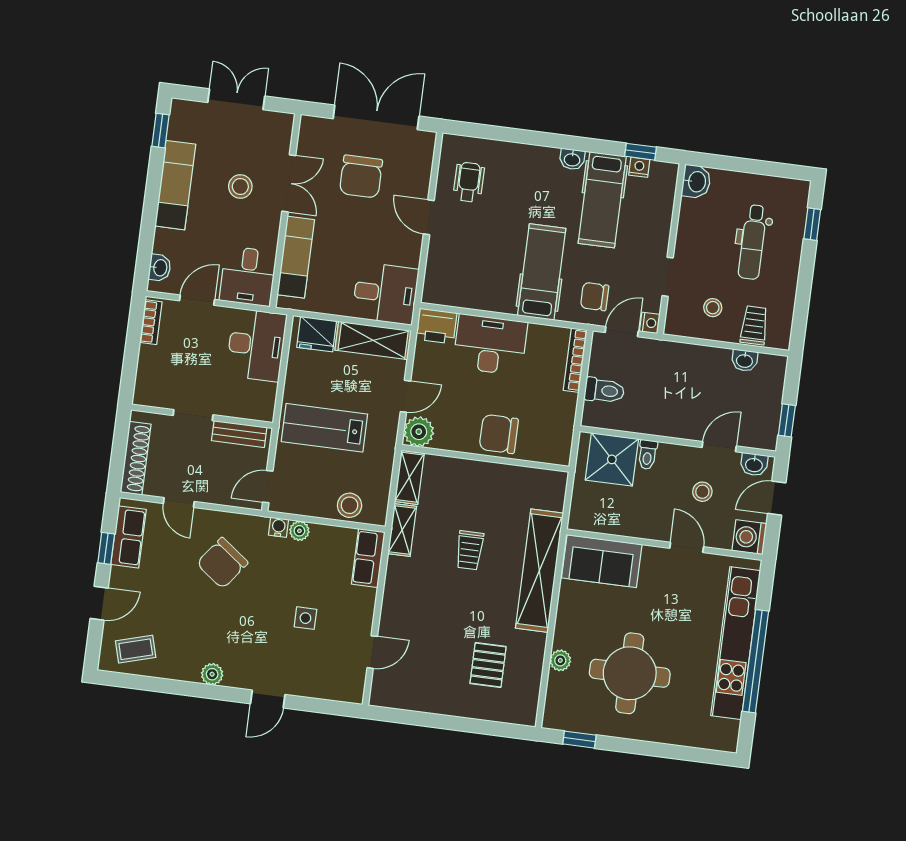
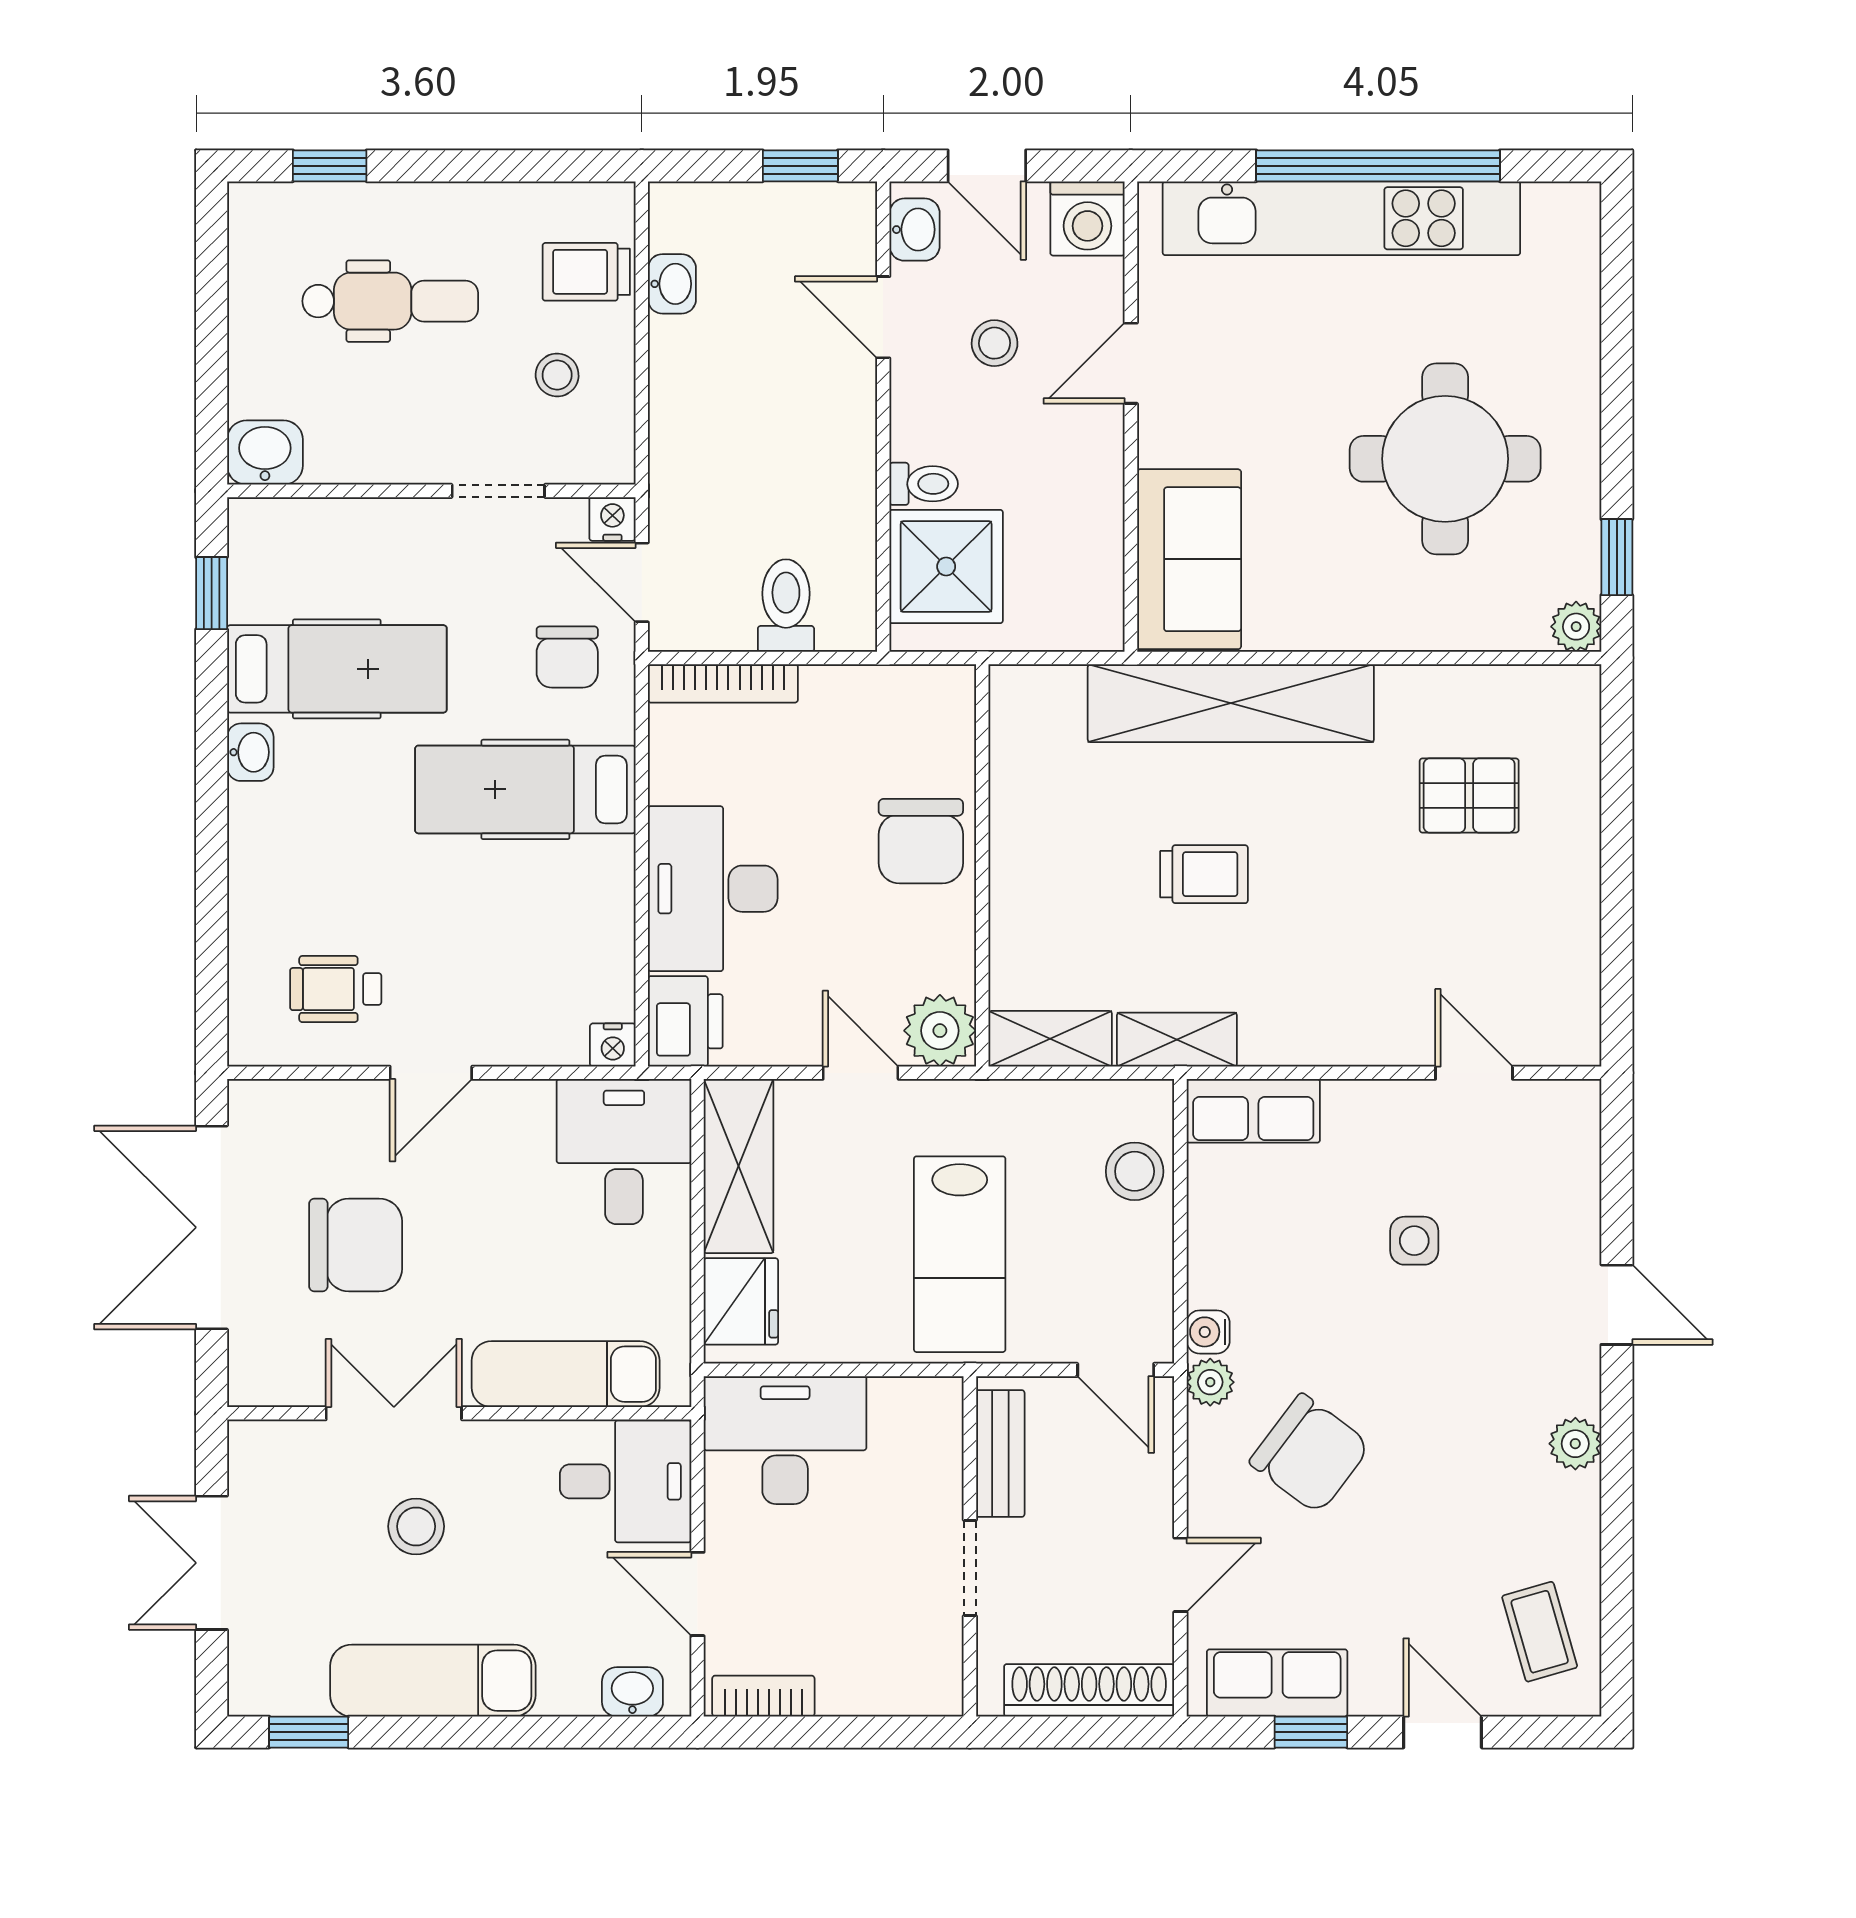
nightstand: (639, 167) -> (613, 1045), moved, turned -90
plant: (299, 531) -> (1210, 1382), moved
plant: (560, 660) -> (1576, 627), moved

